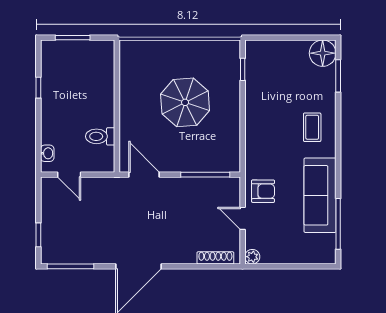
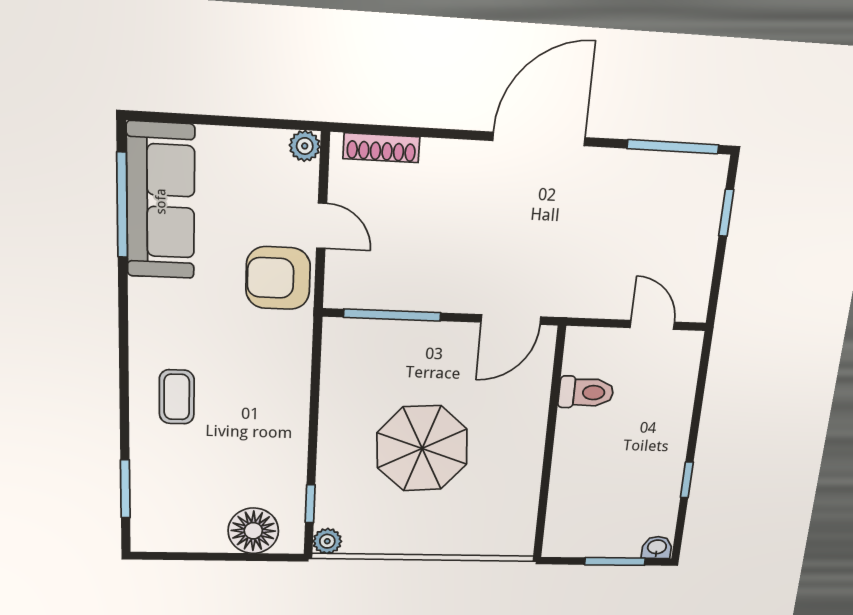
plant: (233, 48) -> (327, 541), added
floor lamp: (323, 53) -> (253, 531), moved
washbasin: (47, 153) -> (657, 548), moved, turned 90
door: (144, 175) -> (511, 319), hinge flipped
armchair: (263, 191) -> (278, 278), width x1.38, depth x1.38
sofa: (320, 195) -> (161, 201), moved

